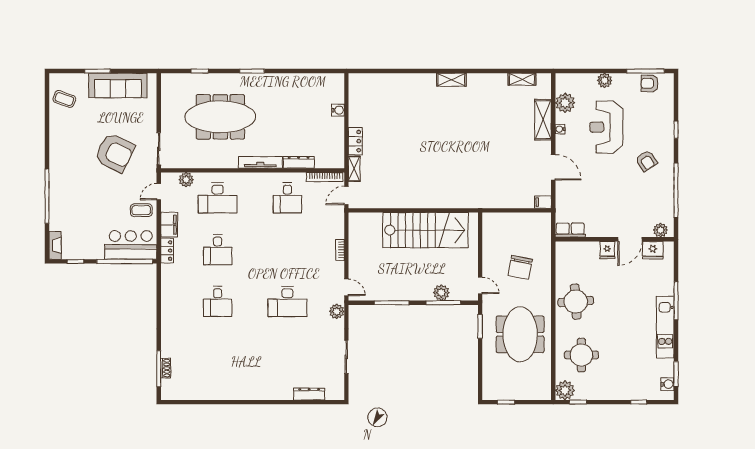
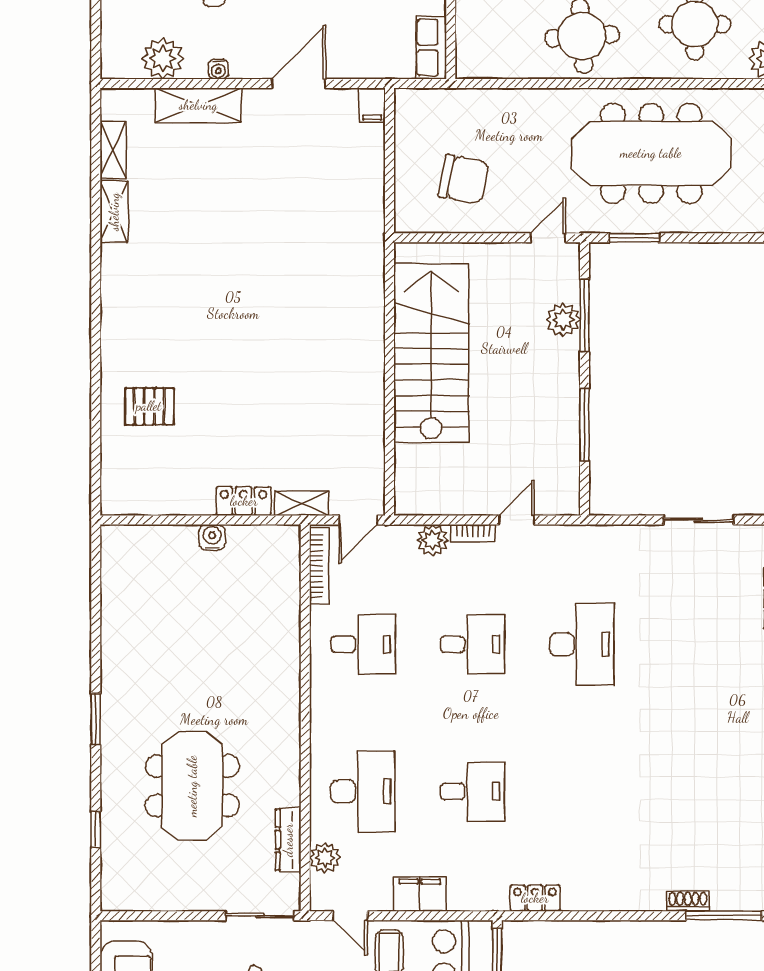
shelving: (451, 80) -> (114, 212), moved
pallet: (400, 96) -> (149, 406), added
water cooler: (338, 110) -> (212, 537), moved
meeting table: (220, 117) -> (192, 786), width x0.73
tv unit: (260, 162) -> (288, 701), removed
dresser: (299, 162) -> (288, 840), moved
door: (346, 195) -> (358, 520), hinge flipped
locker: (167, 251) -> (535, 898), moved
chair: (520, 267) -> (464, 179), moved
door: (346, 287) -> (517, 520), moved
desk: (218, 302) -> (472, 644), moved
plant: (337, 311) -> (432, 540), moved
meeting table: (520, 334) -> (651, 153), width x1.36
shoe rack: (166, 368) -> (688, 901), moved

